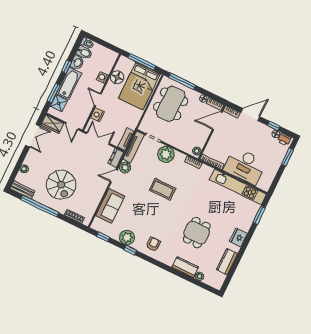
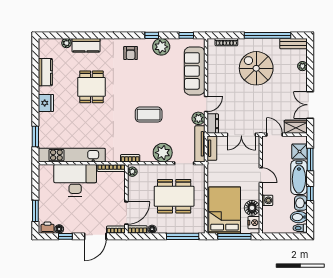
dining table: (171, 104) -> (174, 196), moved, turned 90
nightstand: (97, 115) -> (254, 223), moved
sofa: (110, 206) -> (195, 71), width x1.36

